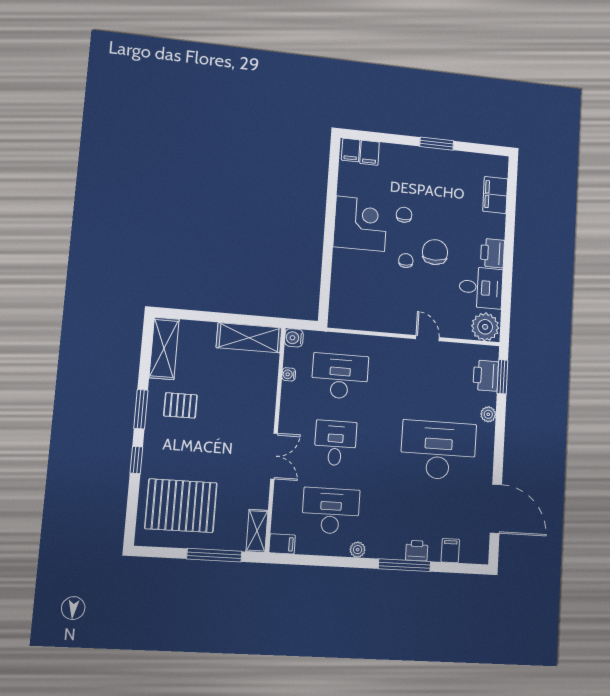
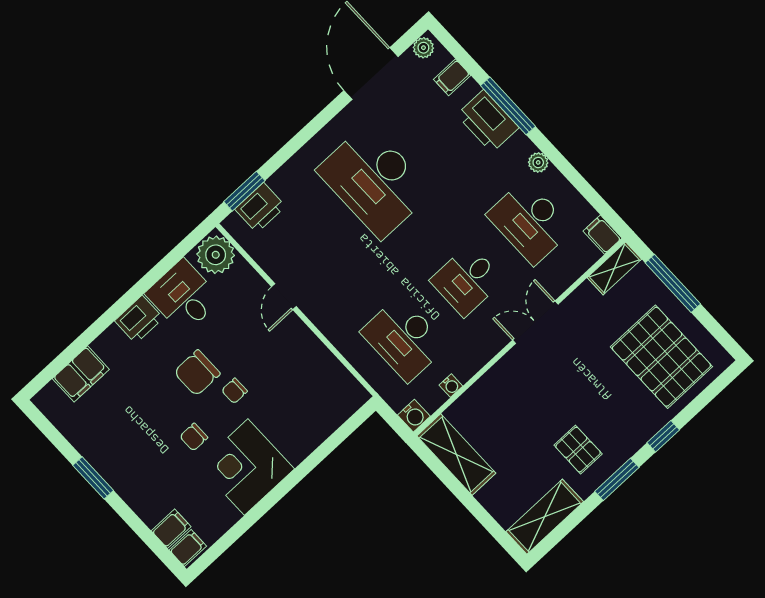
plant: (488, 414) -> (423, 48), moved
printer: (417, 551) -> (488, 121), width x1.87, depth x1.48

